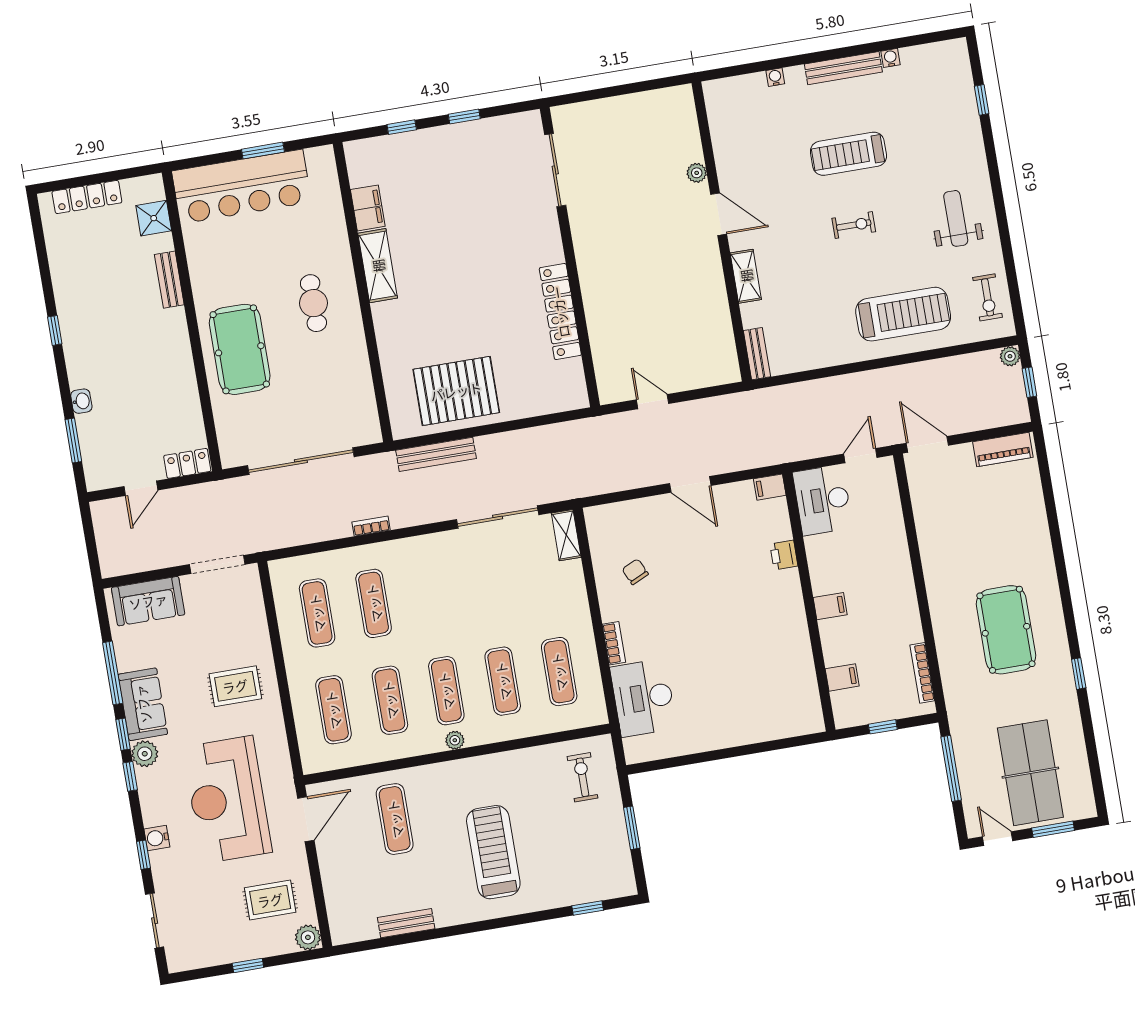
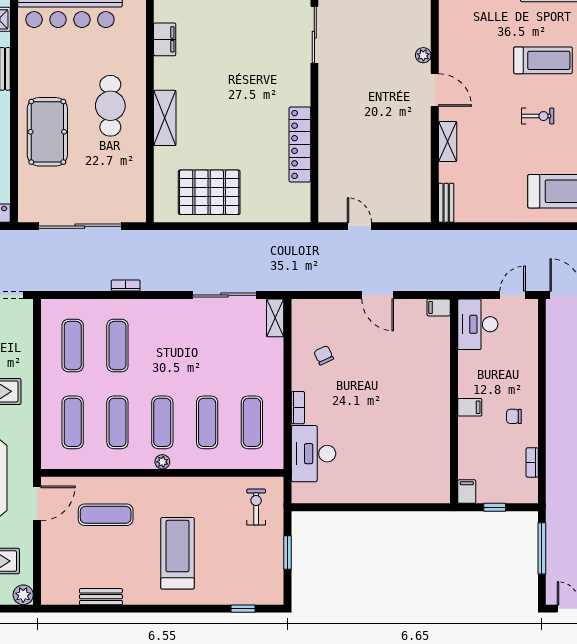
treadmill: (848, 154) -> (543, 60), turned 180
shelving: (378, 266) -> (165, 118), moved
cafe table: (313, 303) -> (110, 106), width x1.37, depth x1.35
bench: (436, 454) -> (185, 239), removed
printer: (784, 555) -> (441, 362), removed
chair: (888, 608) -> (514, 416), added
bookcase: (922, 673) -> (532, 462), width x0.64
filing cabinet: (842, 677) -> (467, 492), moved, turned -90
exercise mat: (395, 819) -> (106, 515), turned 90

